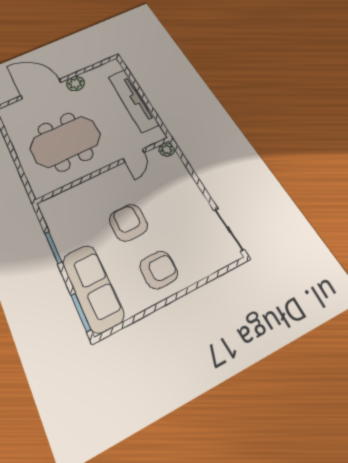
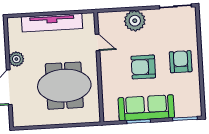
meeting table: (65, 141) -> (64, 86), turned 90
plant: (167, 149) -> (135, 21), moved, width x1.87, depth x1.87
sofa: (93, 288) -> (146, 108), moved

